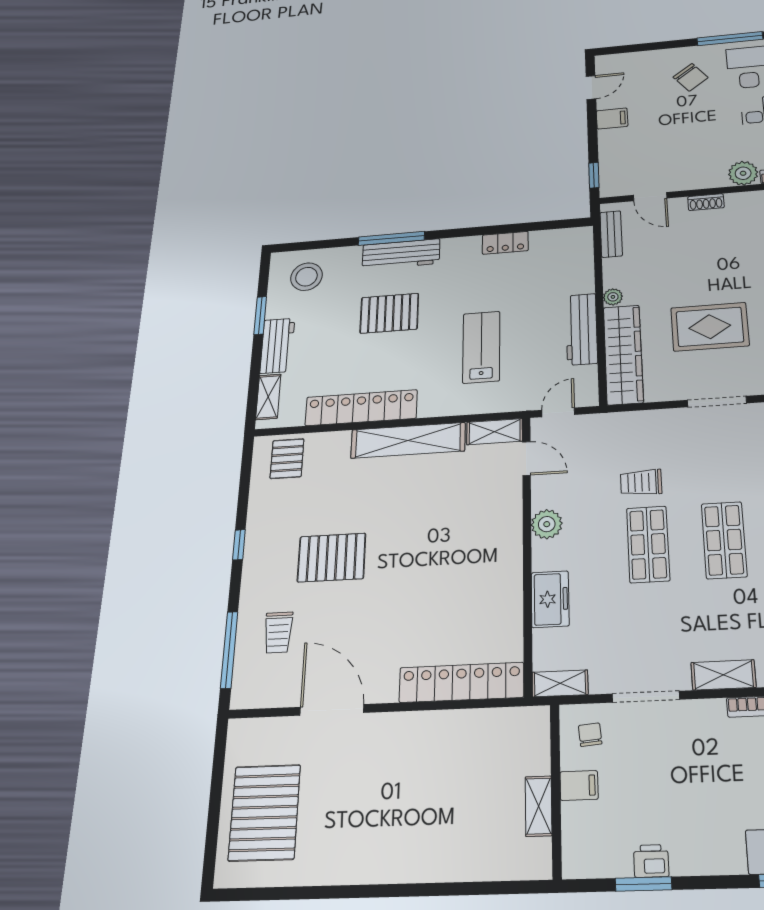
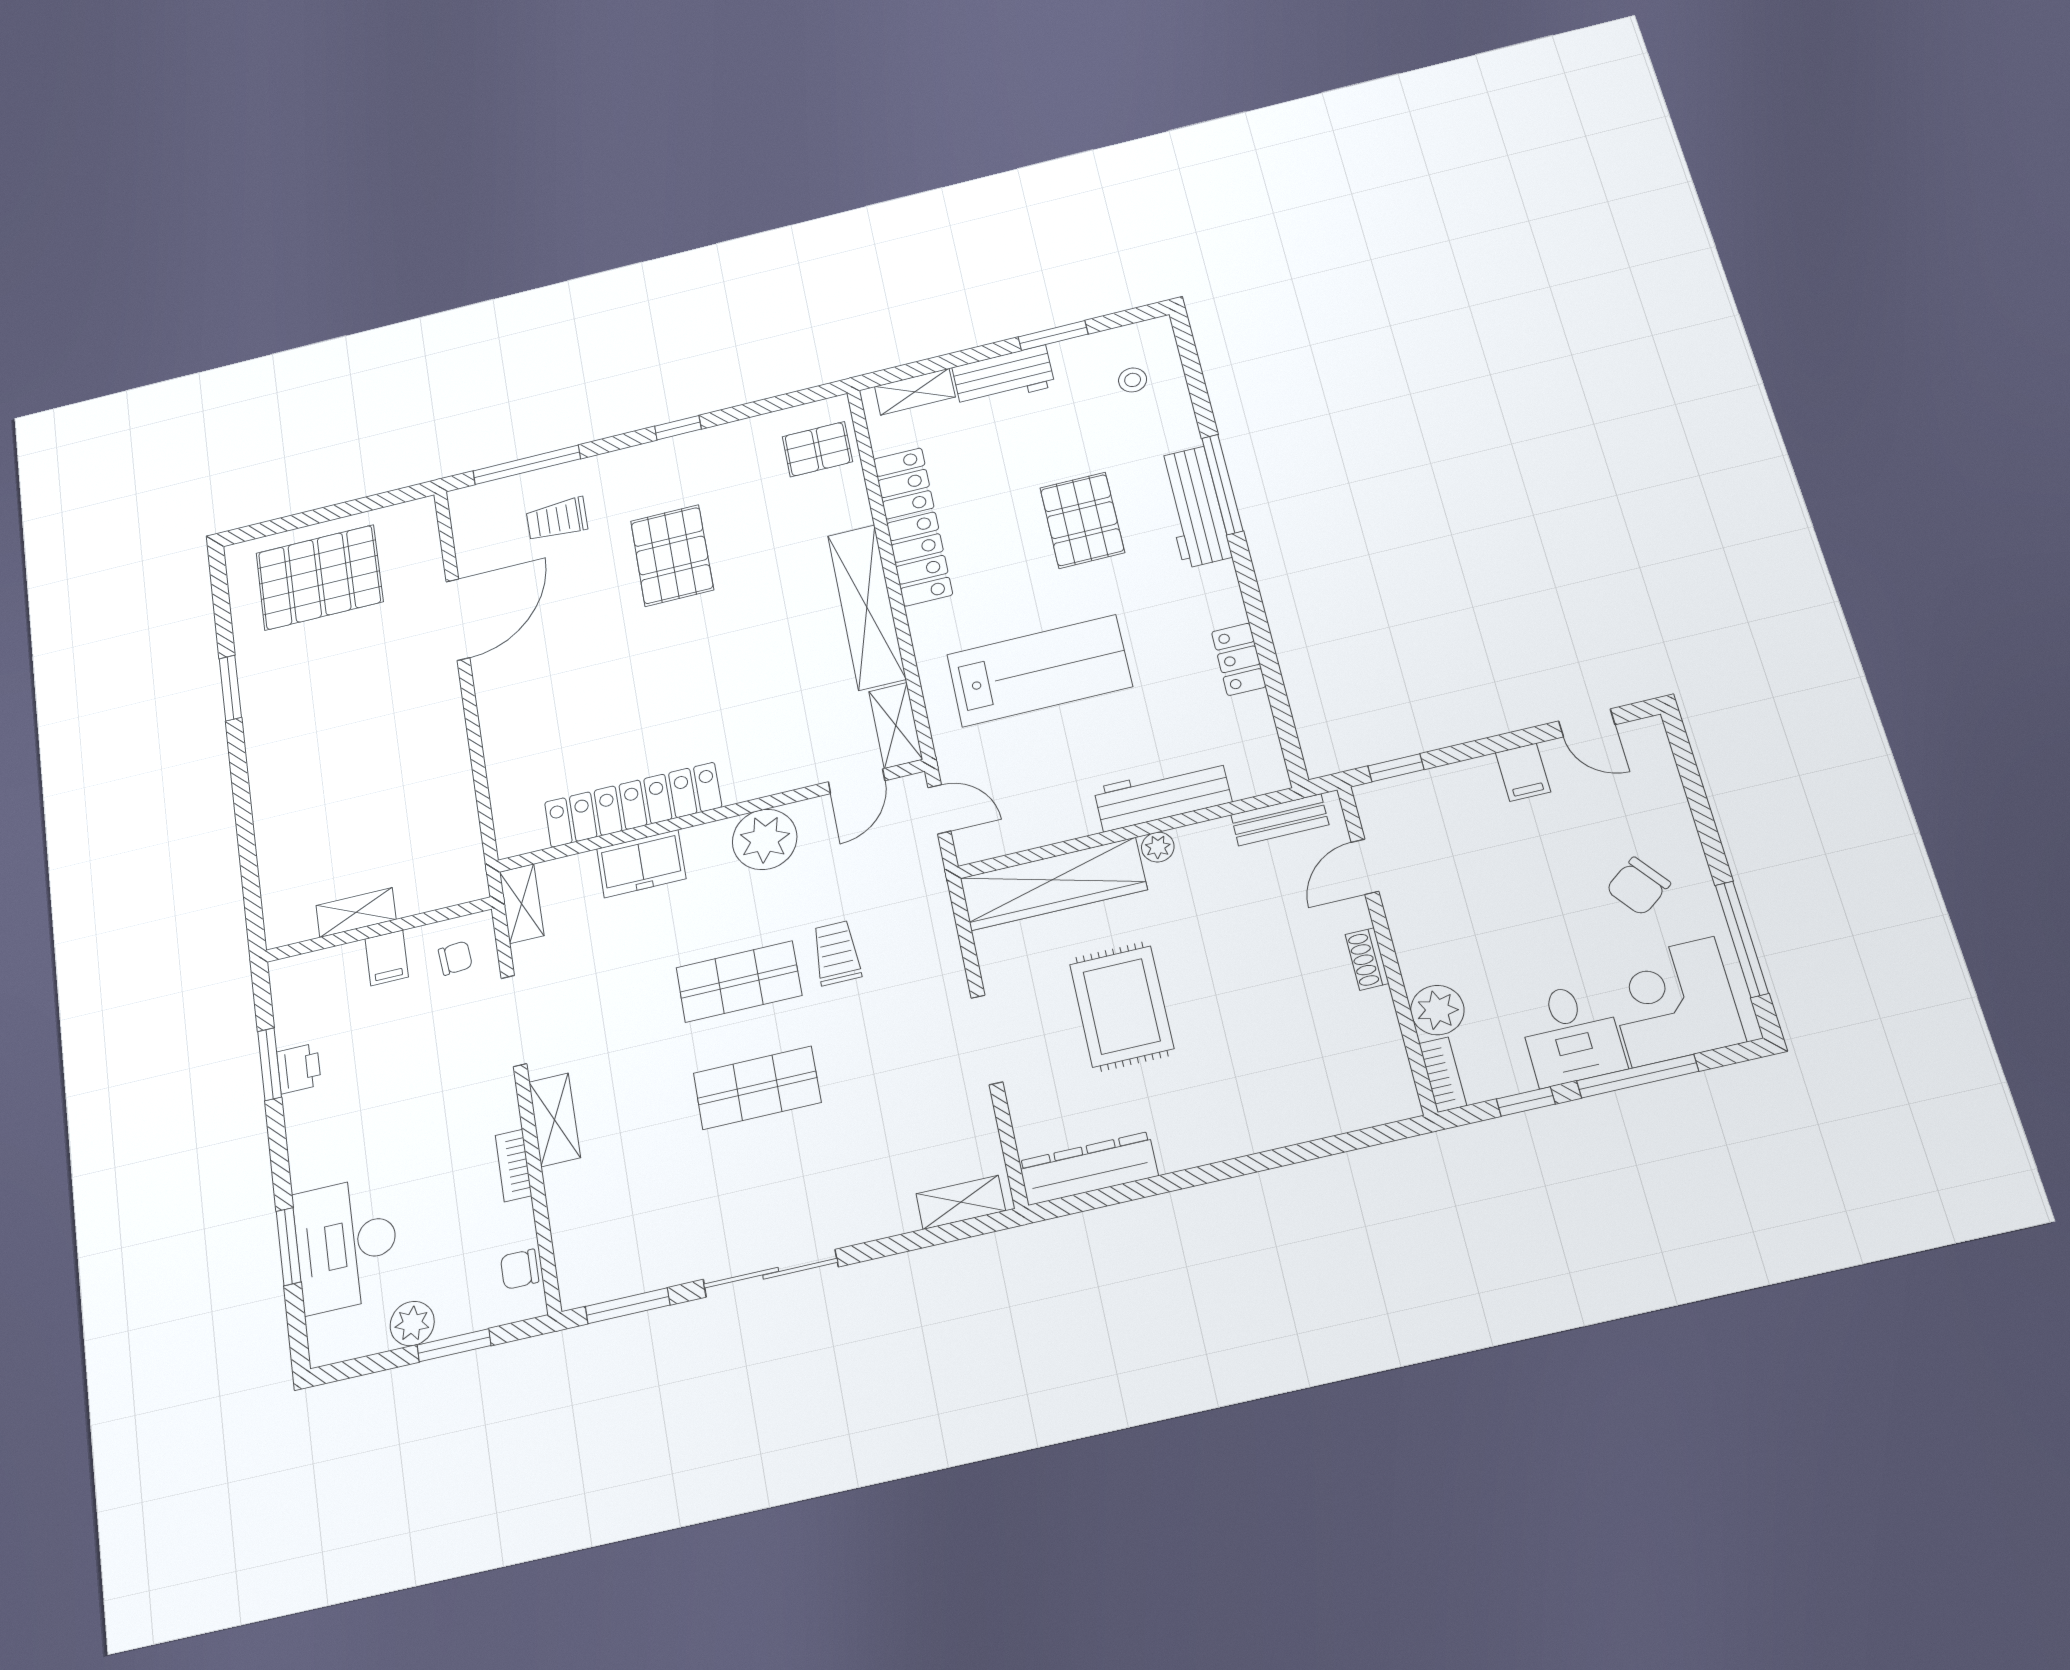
stool: (306, 277) -> (1133, 380), width x0.53, depth x0.53
workbench: (582, 329) -> (1163, 795), moved
lab bench: (481, 347) -> (1039, 671), width x1.36, depth x1.39
plant: (547, 524) -> (765, 839), width x1.36, depth x1.36
locker: (461, 682) -> (633, 805), moved, turned -90
window: (332, 892) -> (230, 688), added

